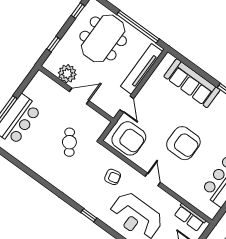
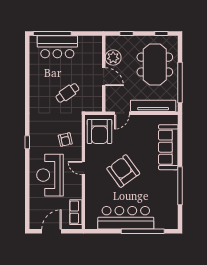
meeting table: (103, 38) -> (155, 65), turned 90
armchair: (183, 143) -> (123, 171), turned 144
door: (153, 179) -> (83, 168), swing flipped

